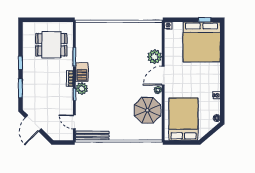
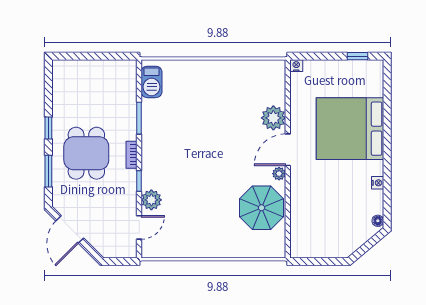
bed: (202, 42) -> (350, 129), moved, turned 90
dining table: (51, 45) -> (86, 153), moved, turned 90
barbecue: (82, 72) -> (152, 82), moved
plant: (82, 88) -> (151, 200), moved
bed: (184, 119) -> (322, 223), removed
door: (74, 122) -> (139, 227), swing flipped
bench: (92, 136) -> (169, 250), removed

